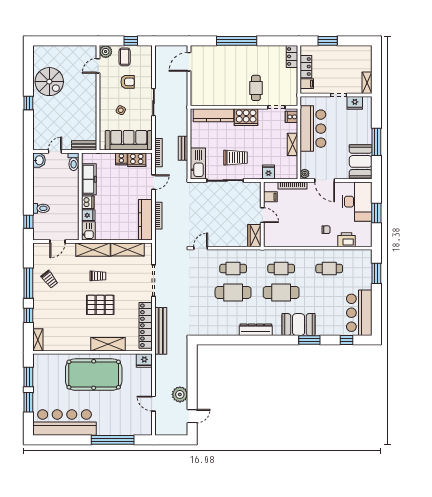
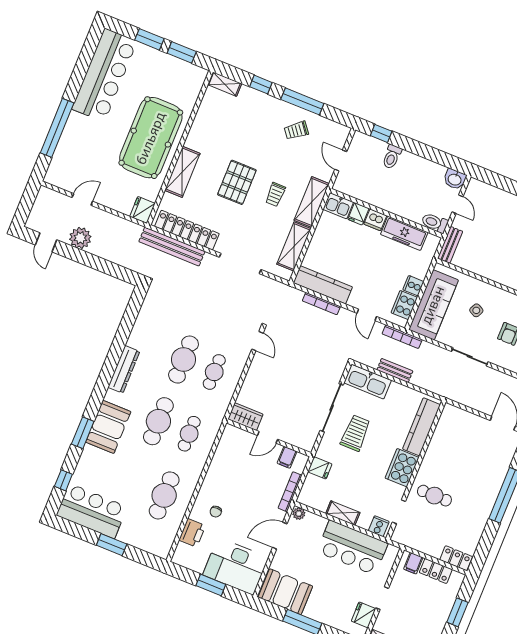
trolley: (236, 158) -> (355, 433), turned 180
cafe table: (329, 269) -> (164, 495), width x1.37, depth x1.35
window: (376, 273) -> (112, 545), moved

